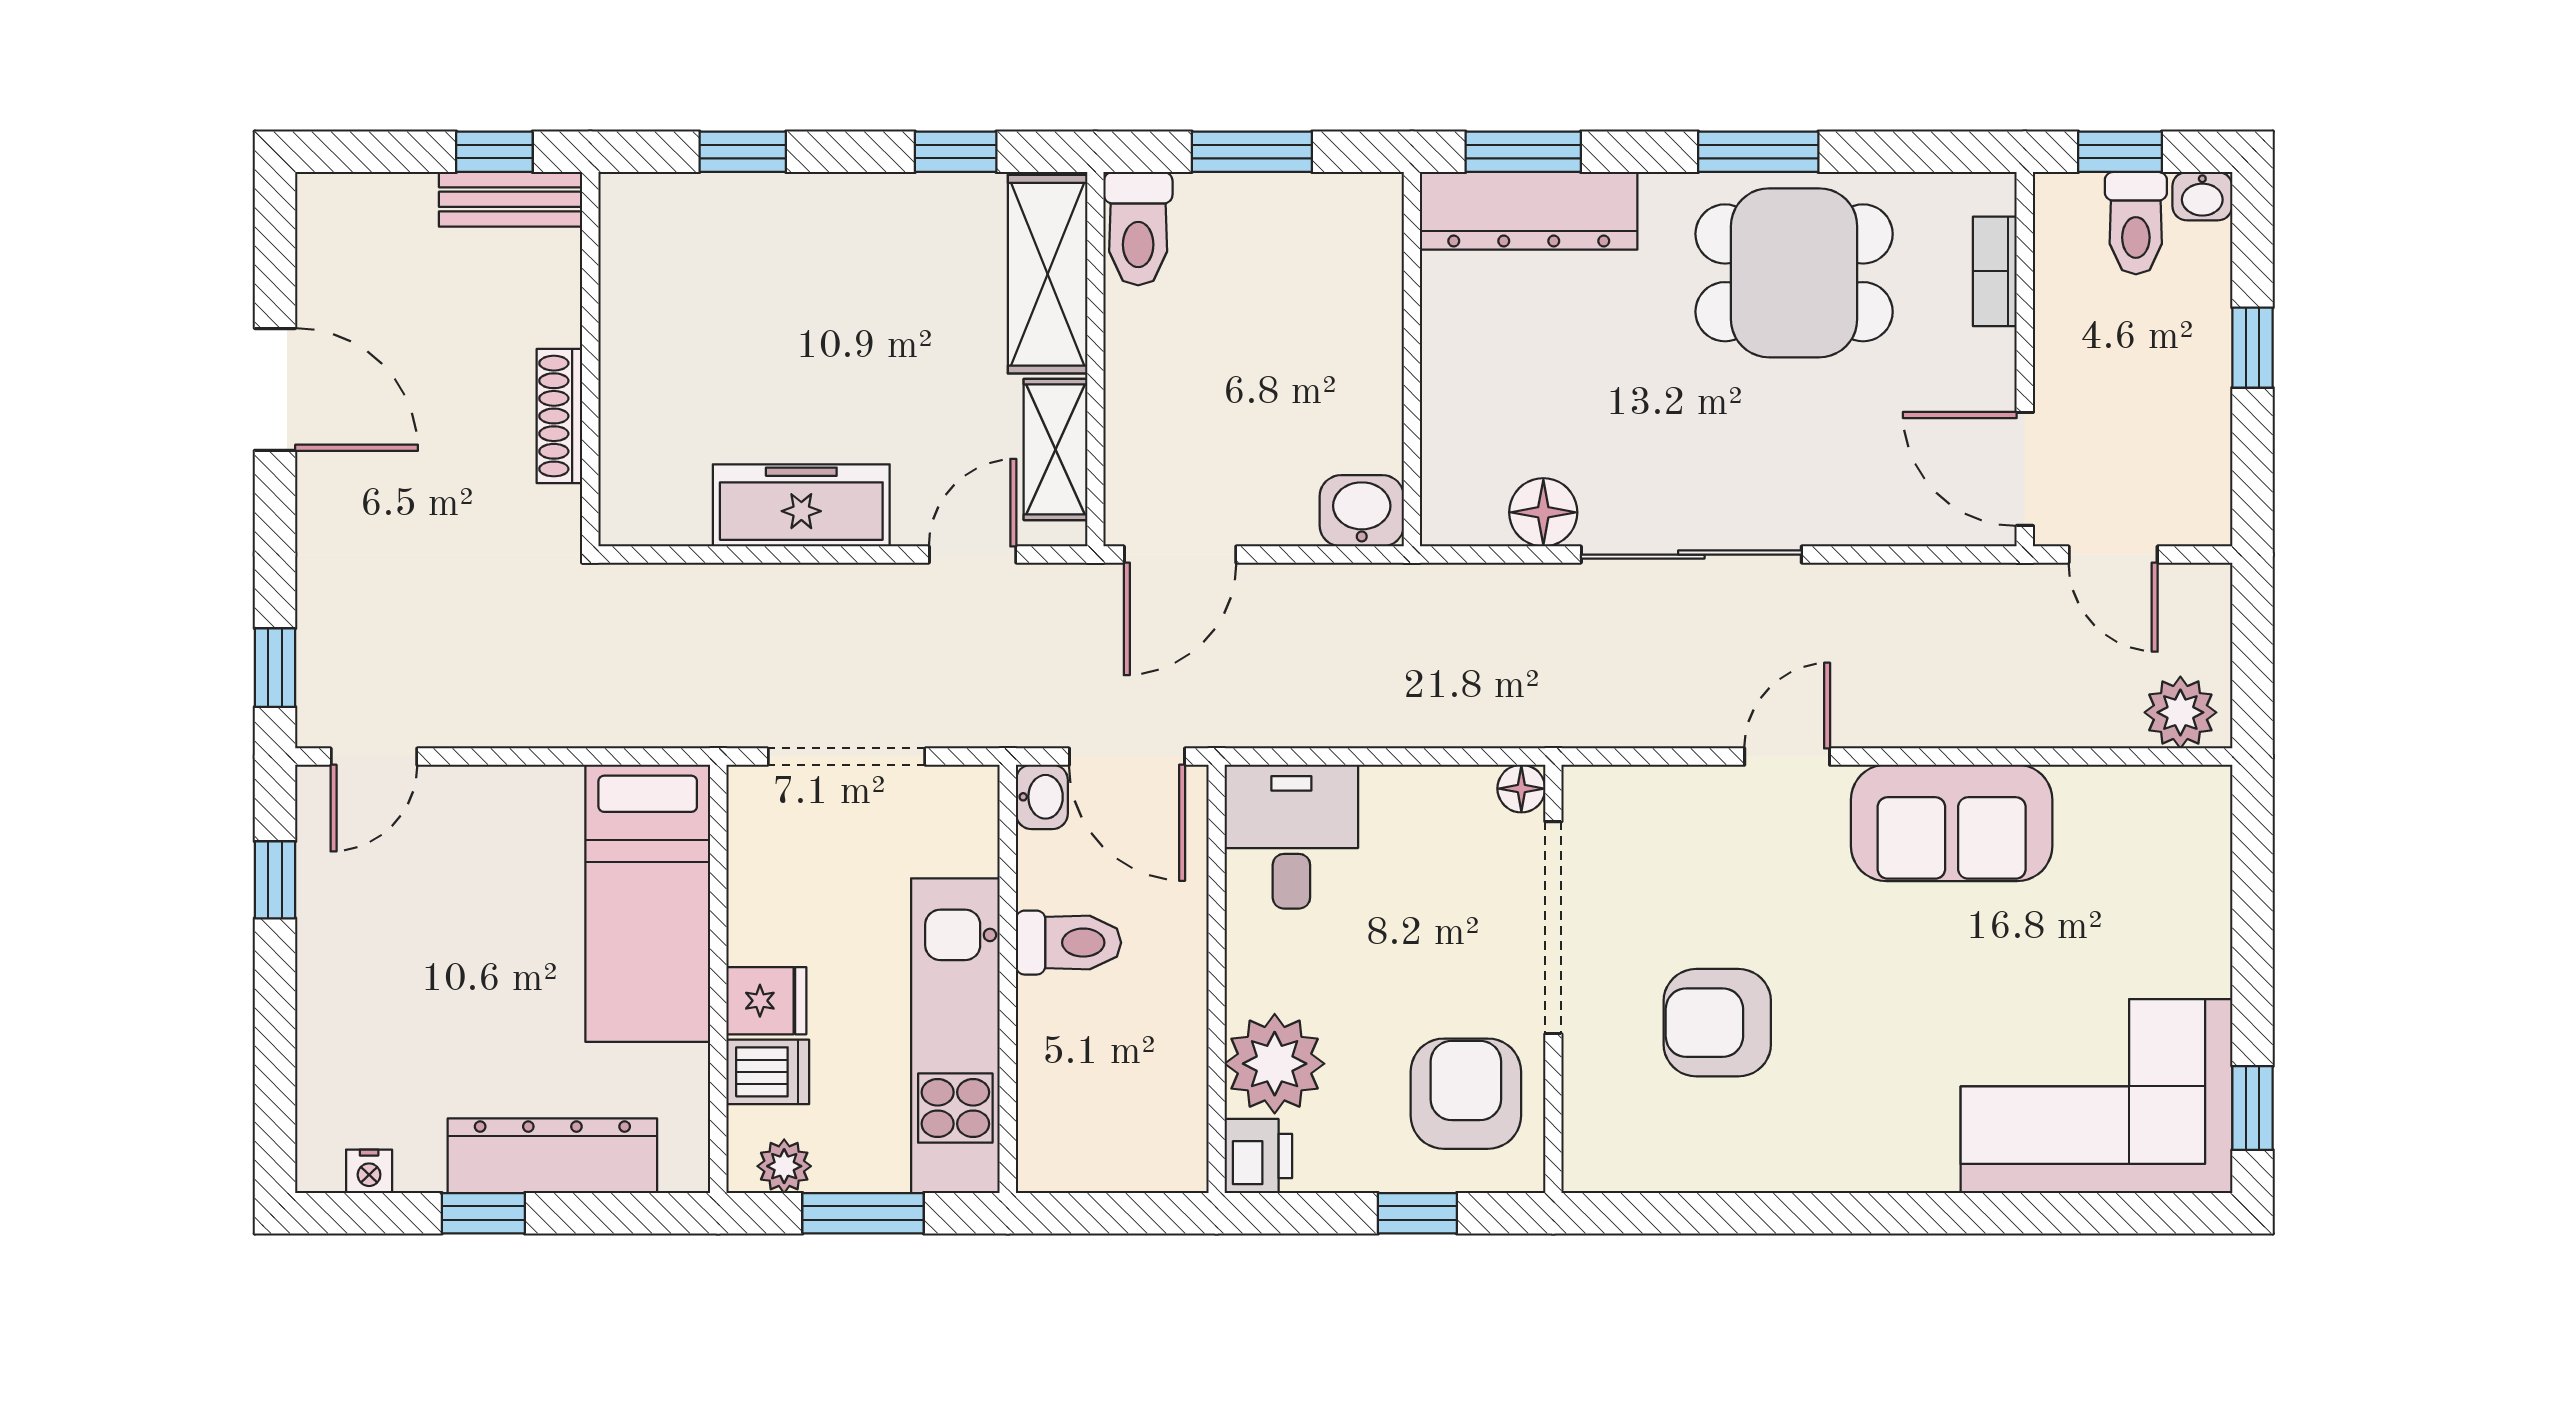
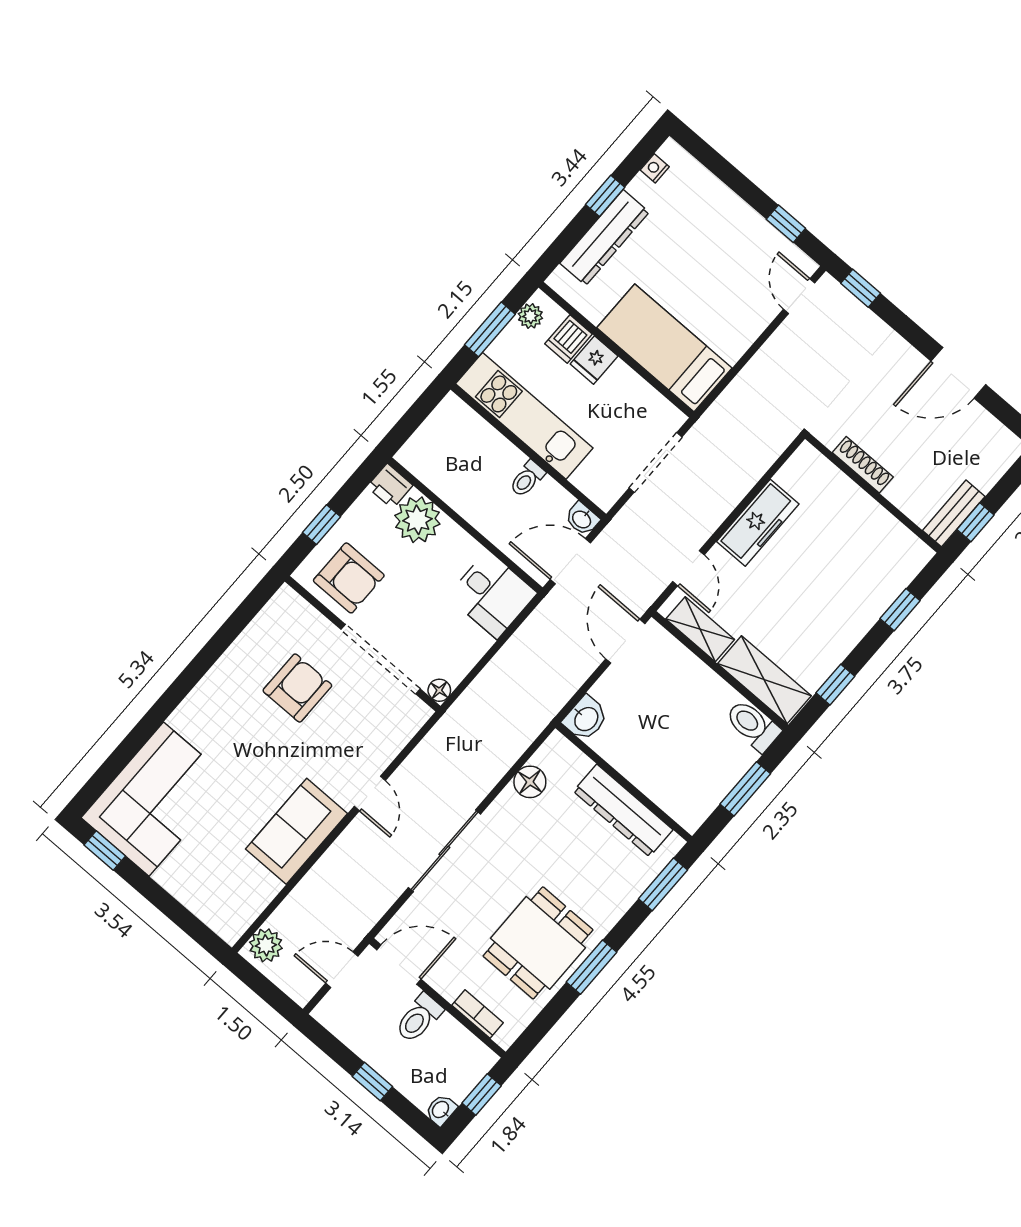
dresser: (1529, 211) -> (623, 810), moved, turned -90
toilet: (2136, 223) -> (419, 1018), moved, turned -90
sliding door: (1691, 555) -> (444, 851), moved
toilet: (1069, 943) -> (527, 479), width x0.73, depth x0.72

